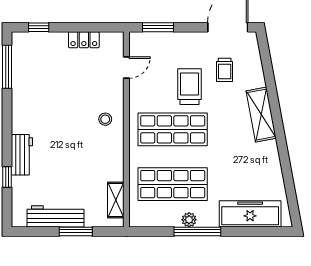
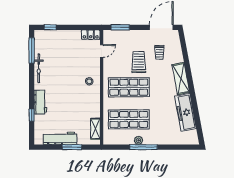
locker: (84, 40) -> (91, 35), moved
bicycle: (19, 97) -> (39, 68), added
freezer: (250, 214) -> (186, 112), moved, turned -101

